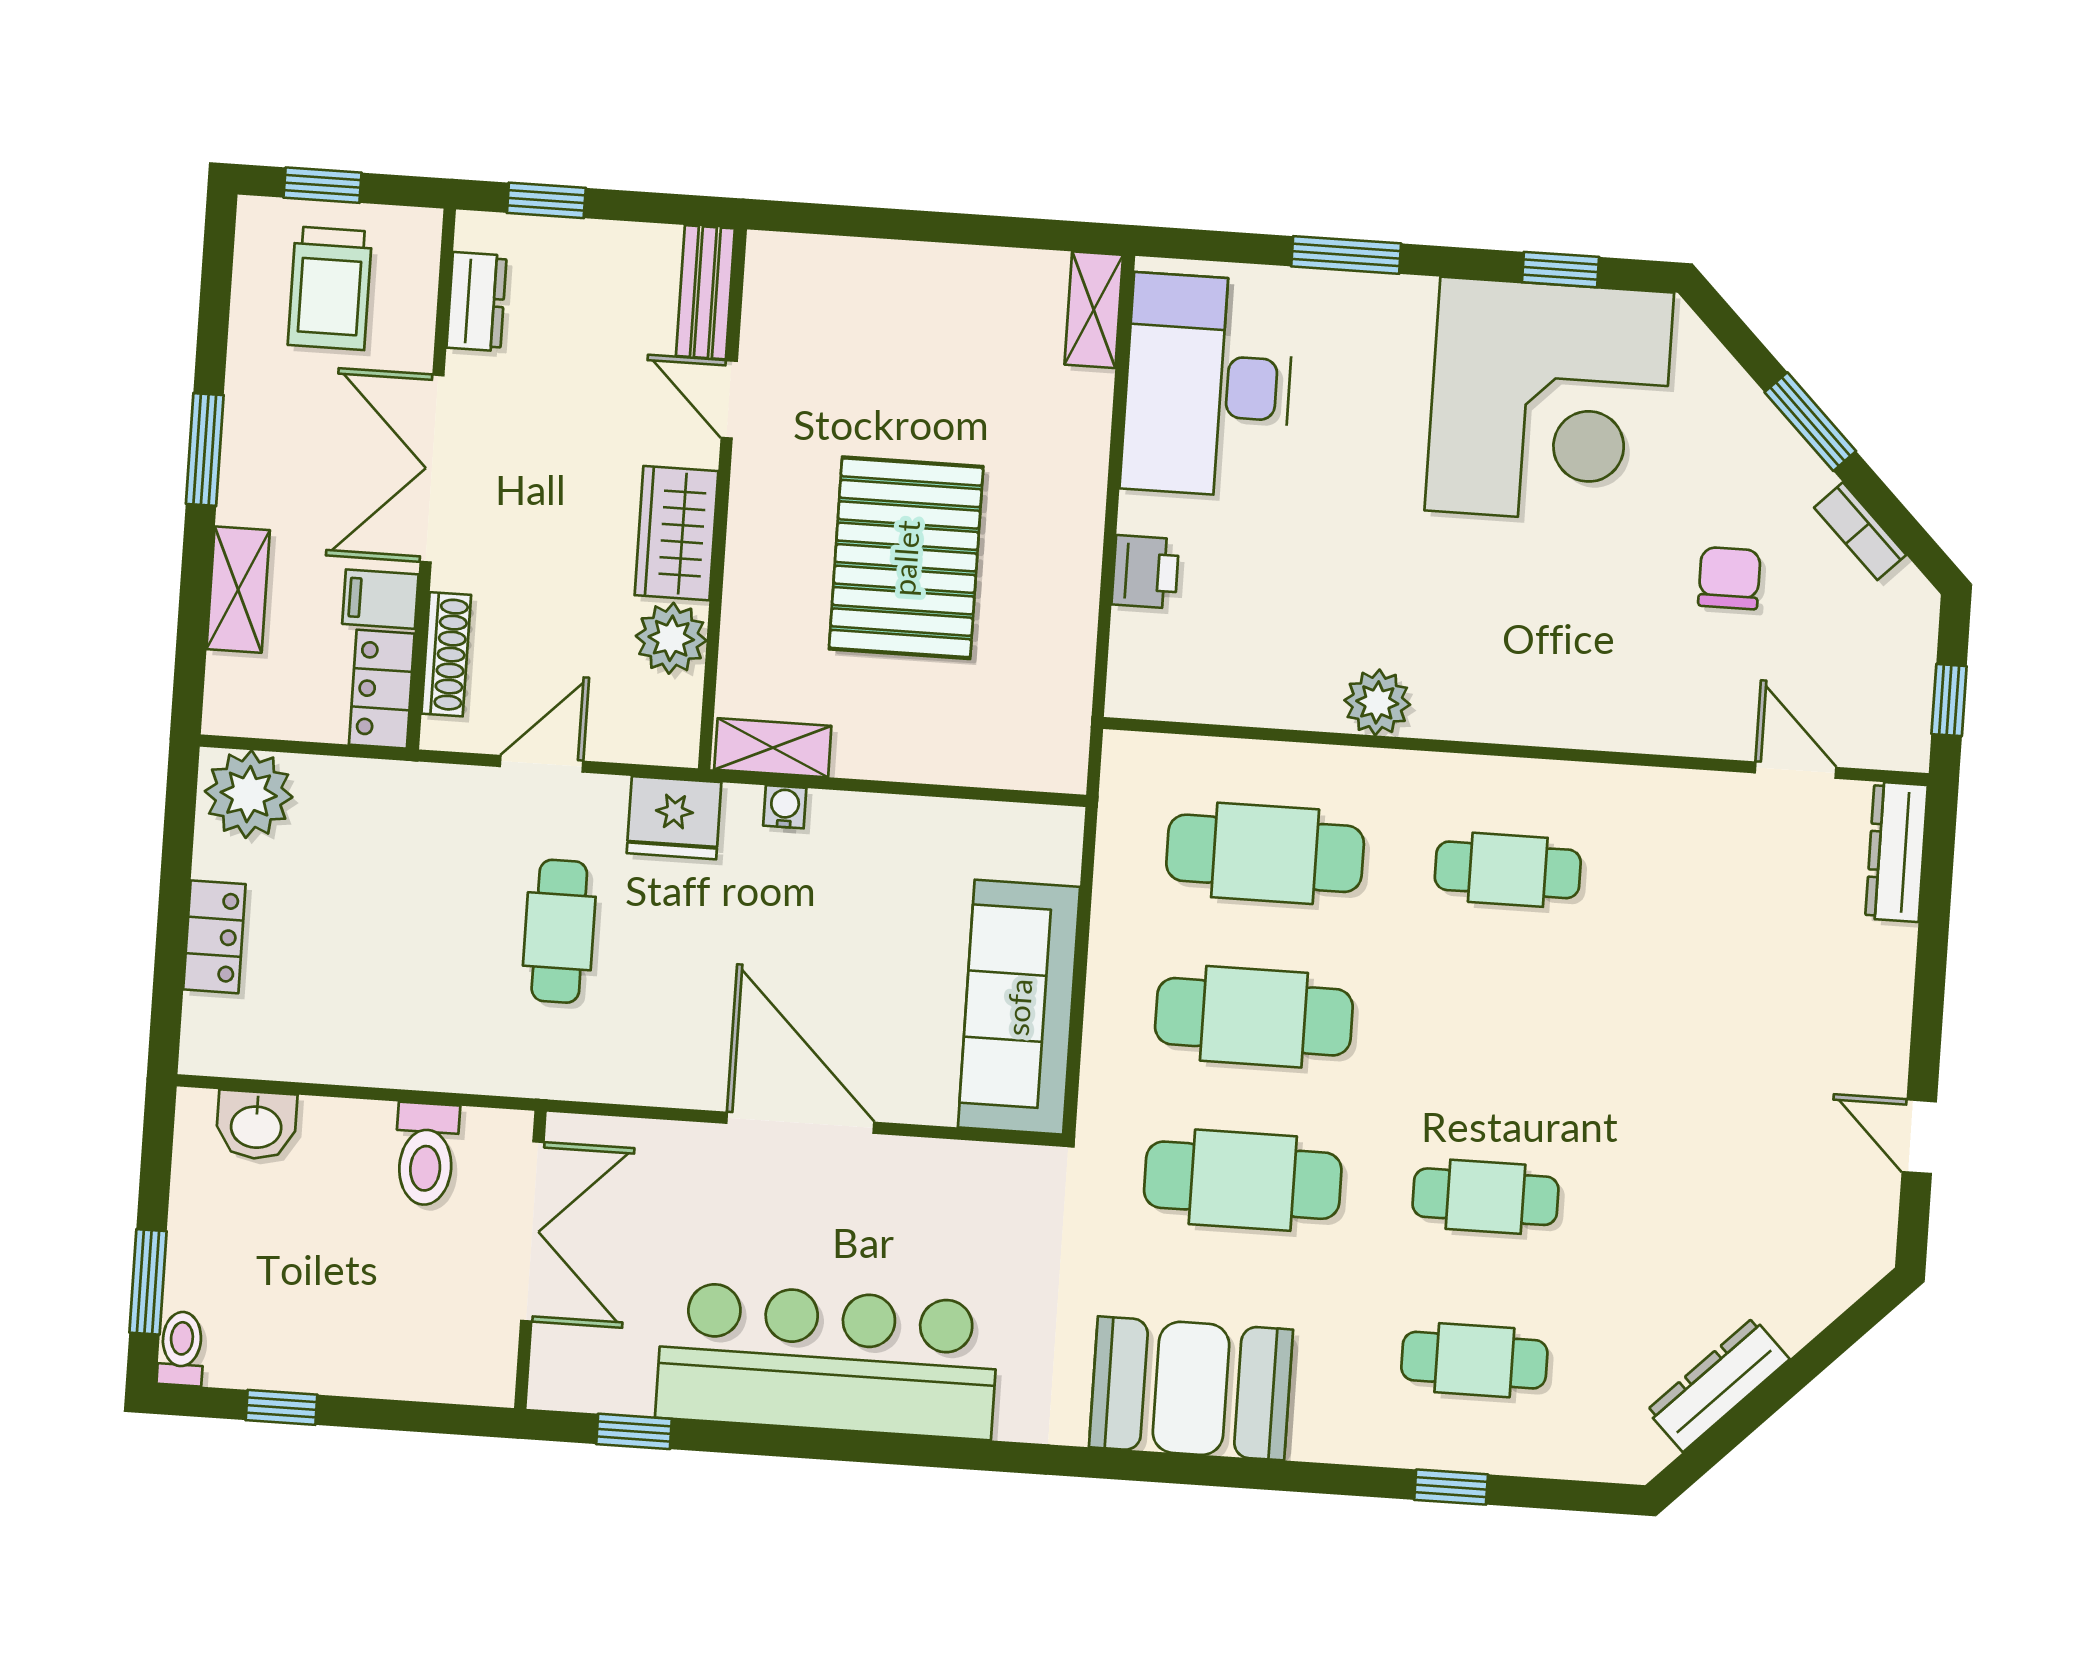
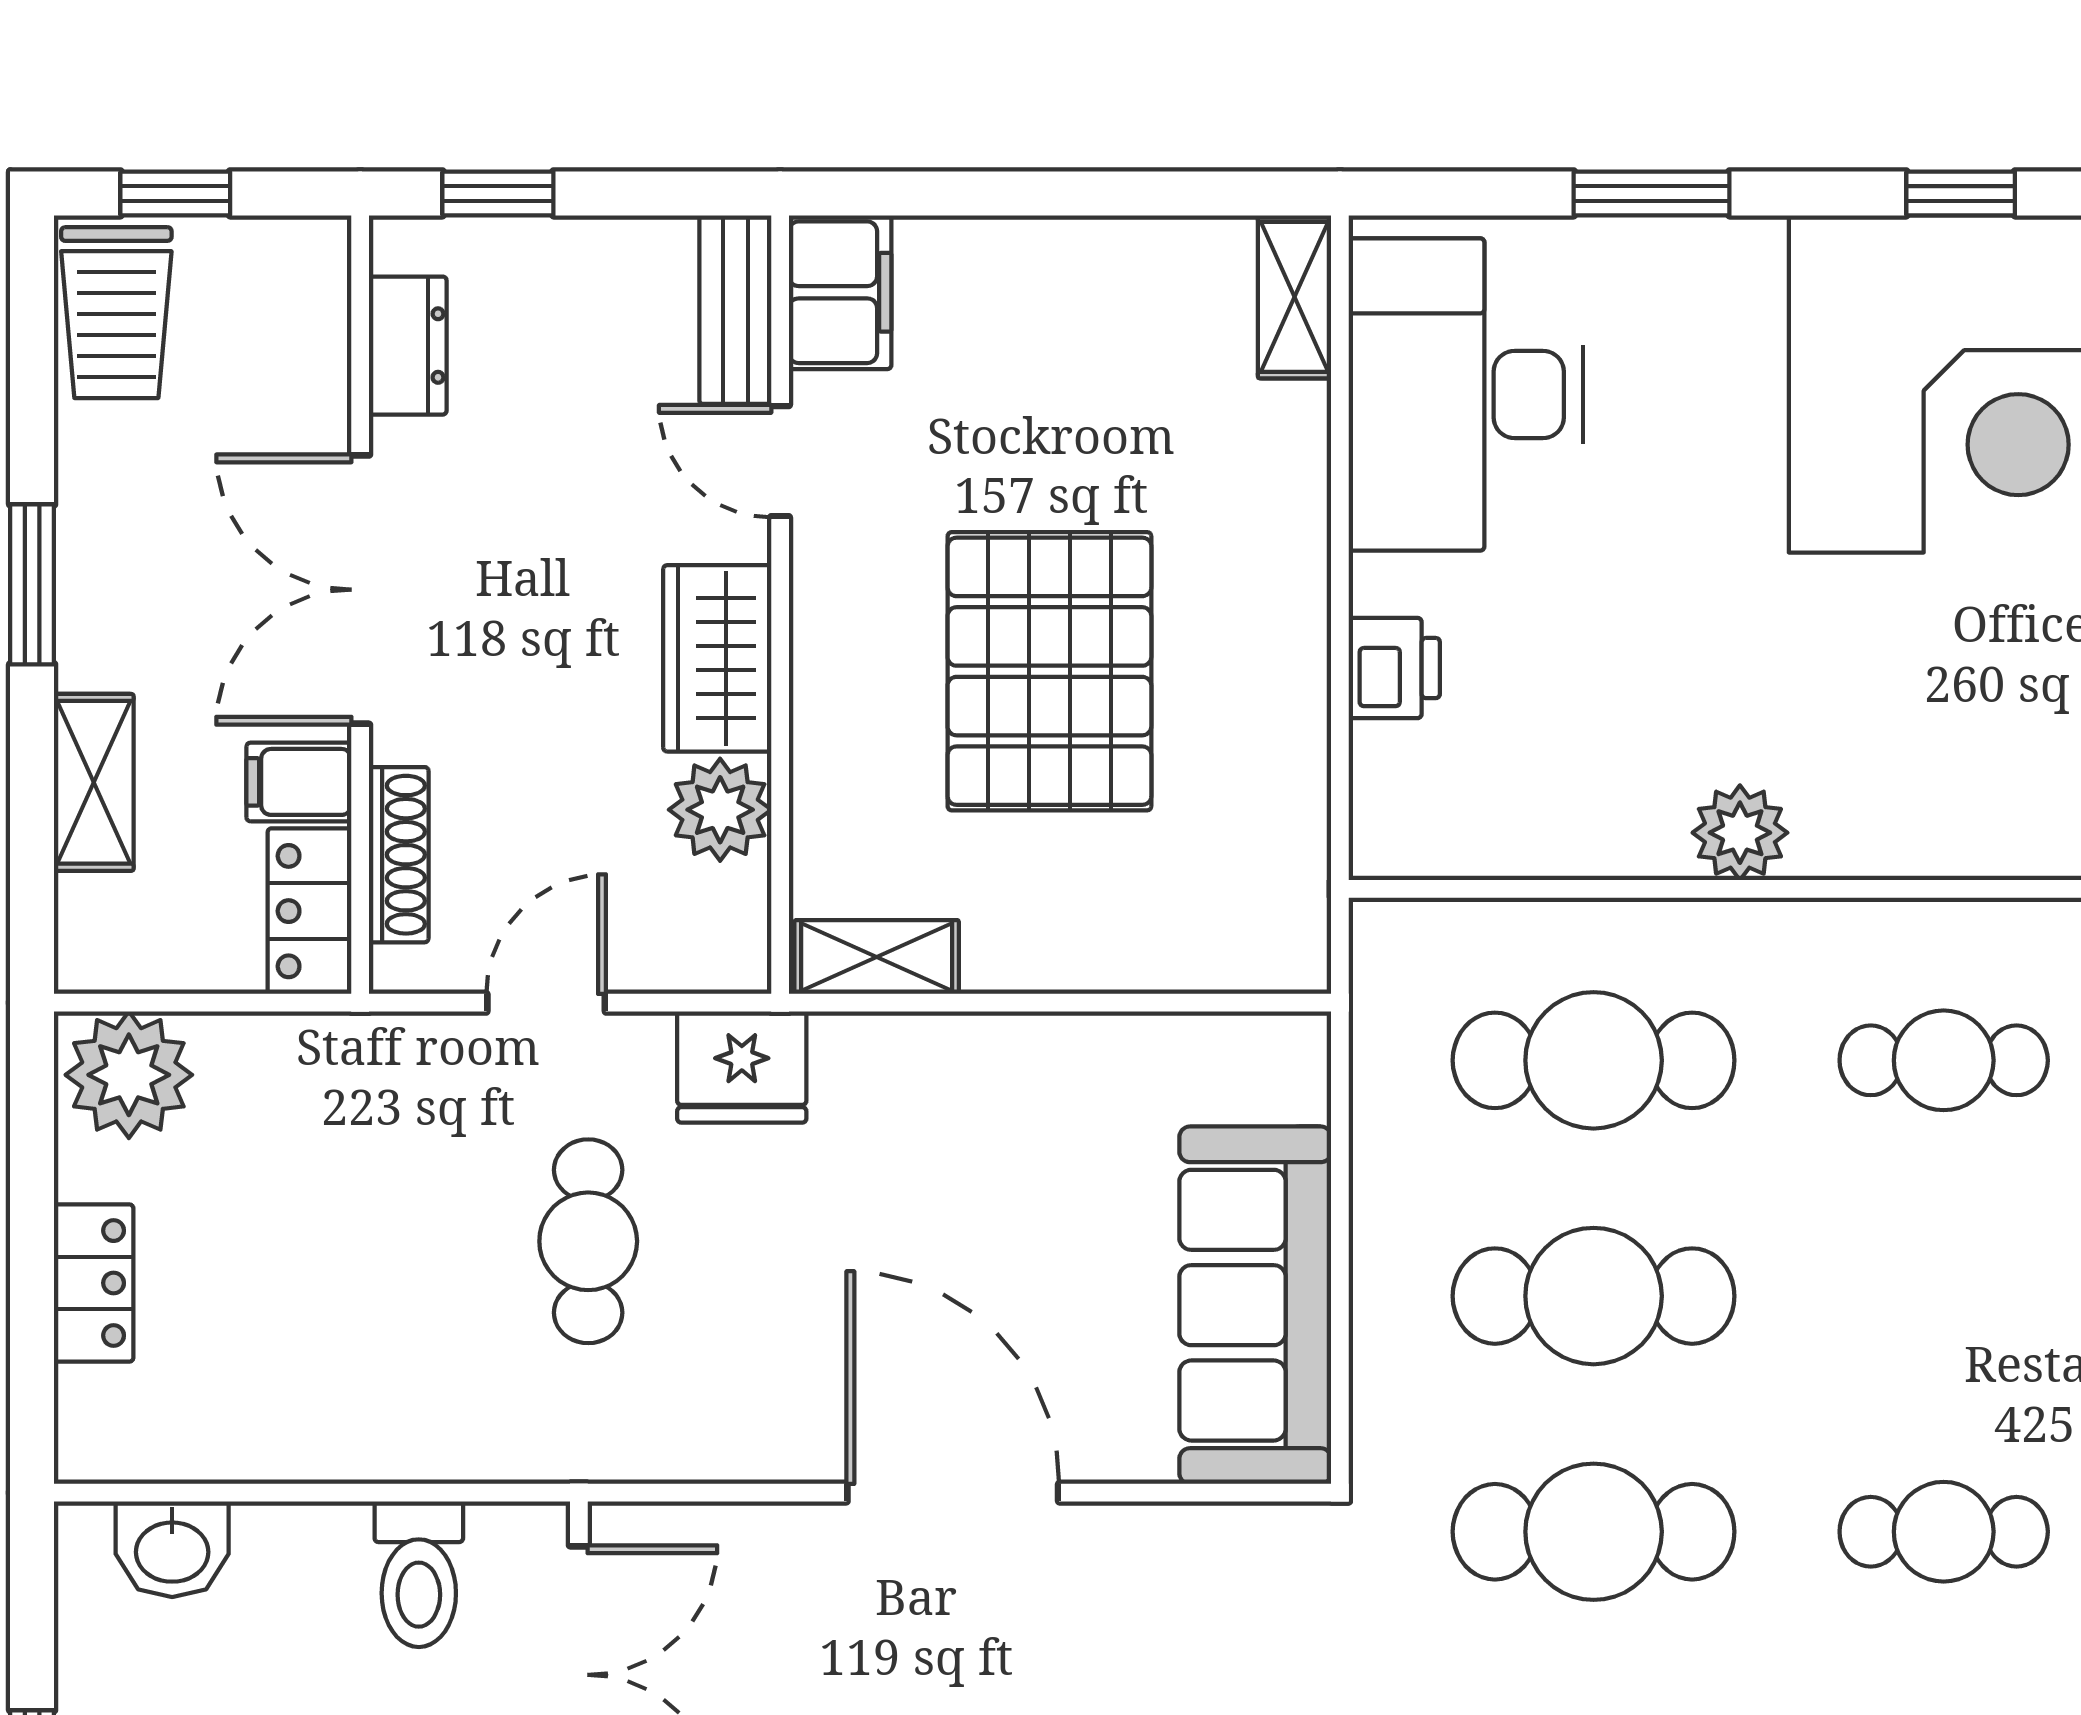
filing cabinet: (779, 285) -> (840, 292), added
trolley: (330, 288) -> (116, 313), moved
water cooler: (785, 807) -> (900, 1041), removed

